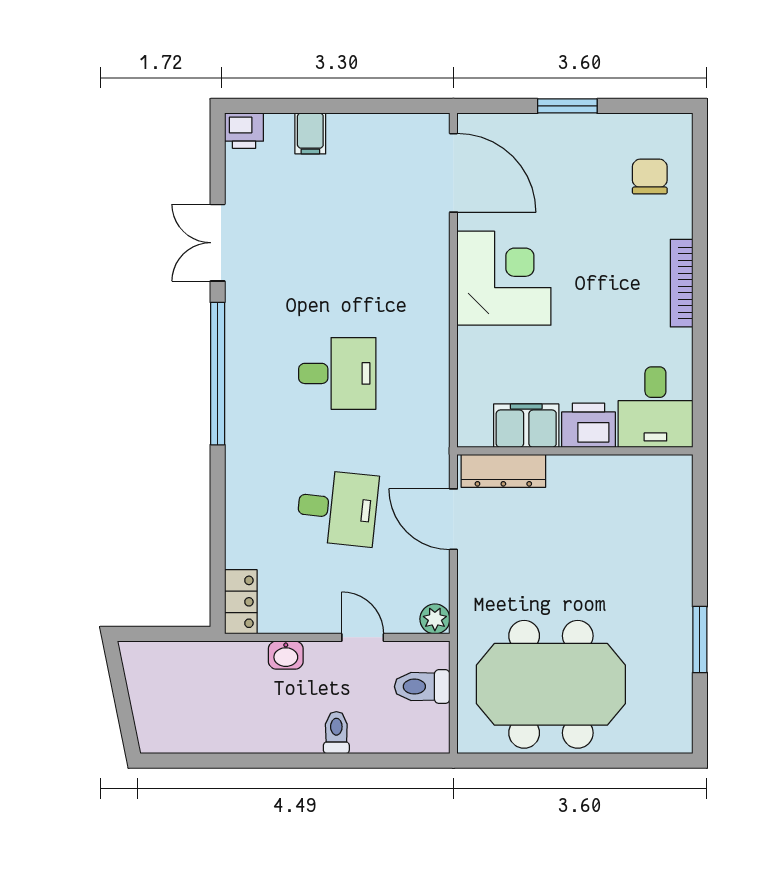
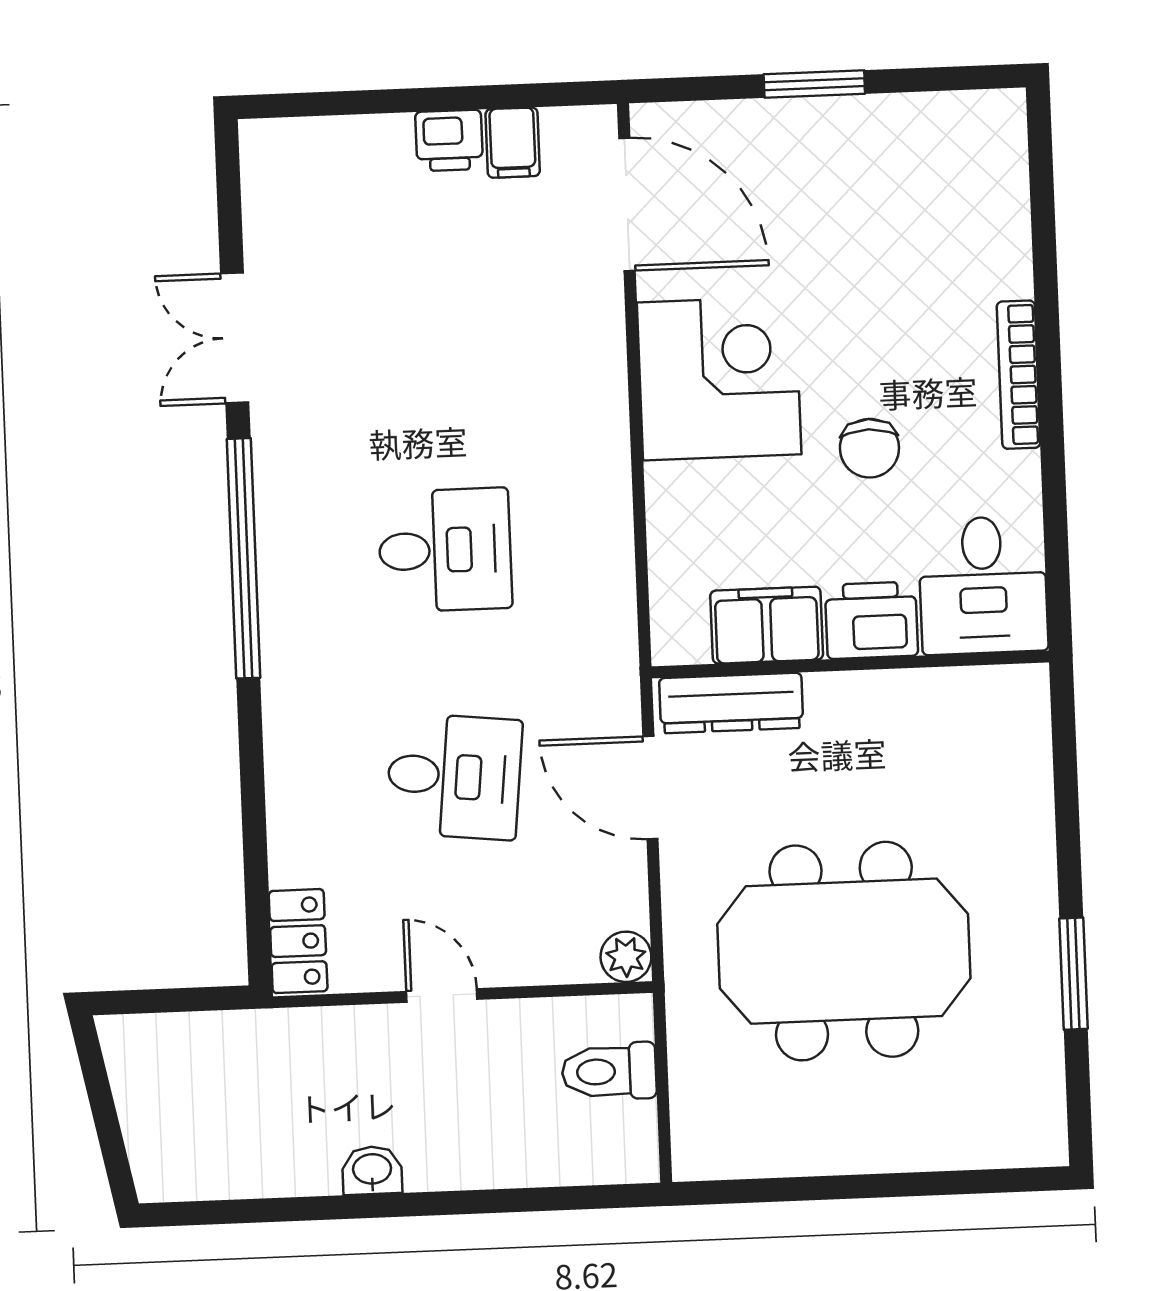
printer: (244, 131) -> (449, 140), moved
filing cabinet: (310, 133) -> (513, 143), moved
chair: (650, 177) -> (869, 448), moved, turned 180
door: (363, 637) -> (442, 995), moved
washbasin: (286, 655) -> (372, 1170), moved, turned 180
meeting table: (551, 684) -> (844, 951), moved
toilet: (336, 733) -> (468, 1155), removed

